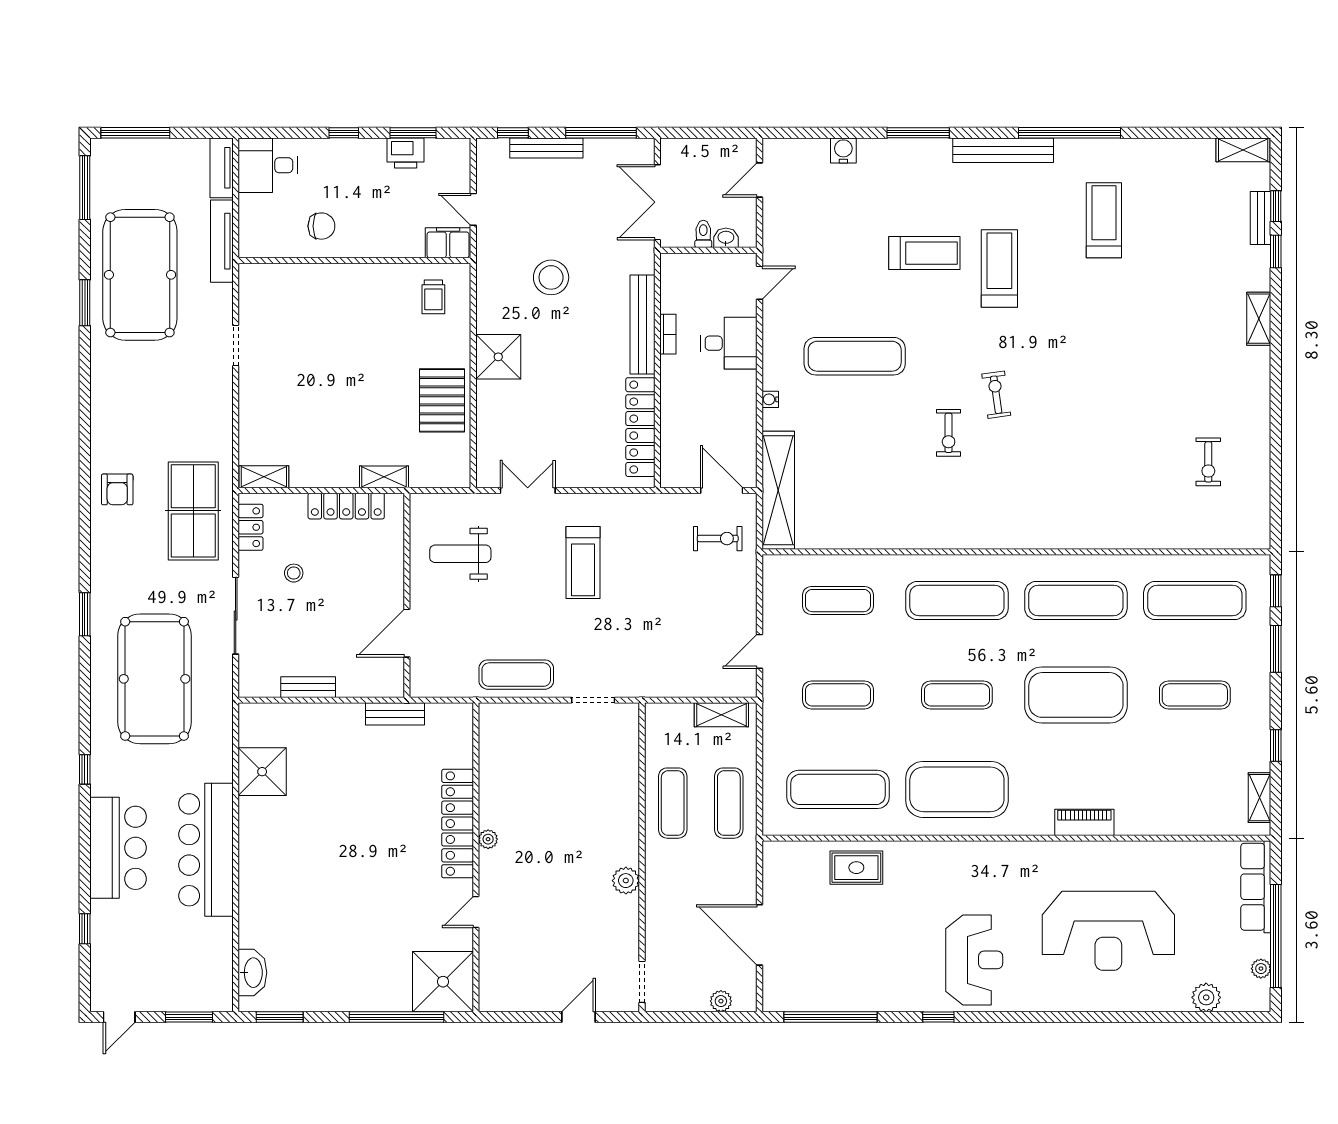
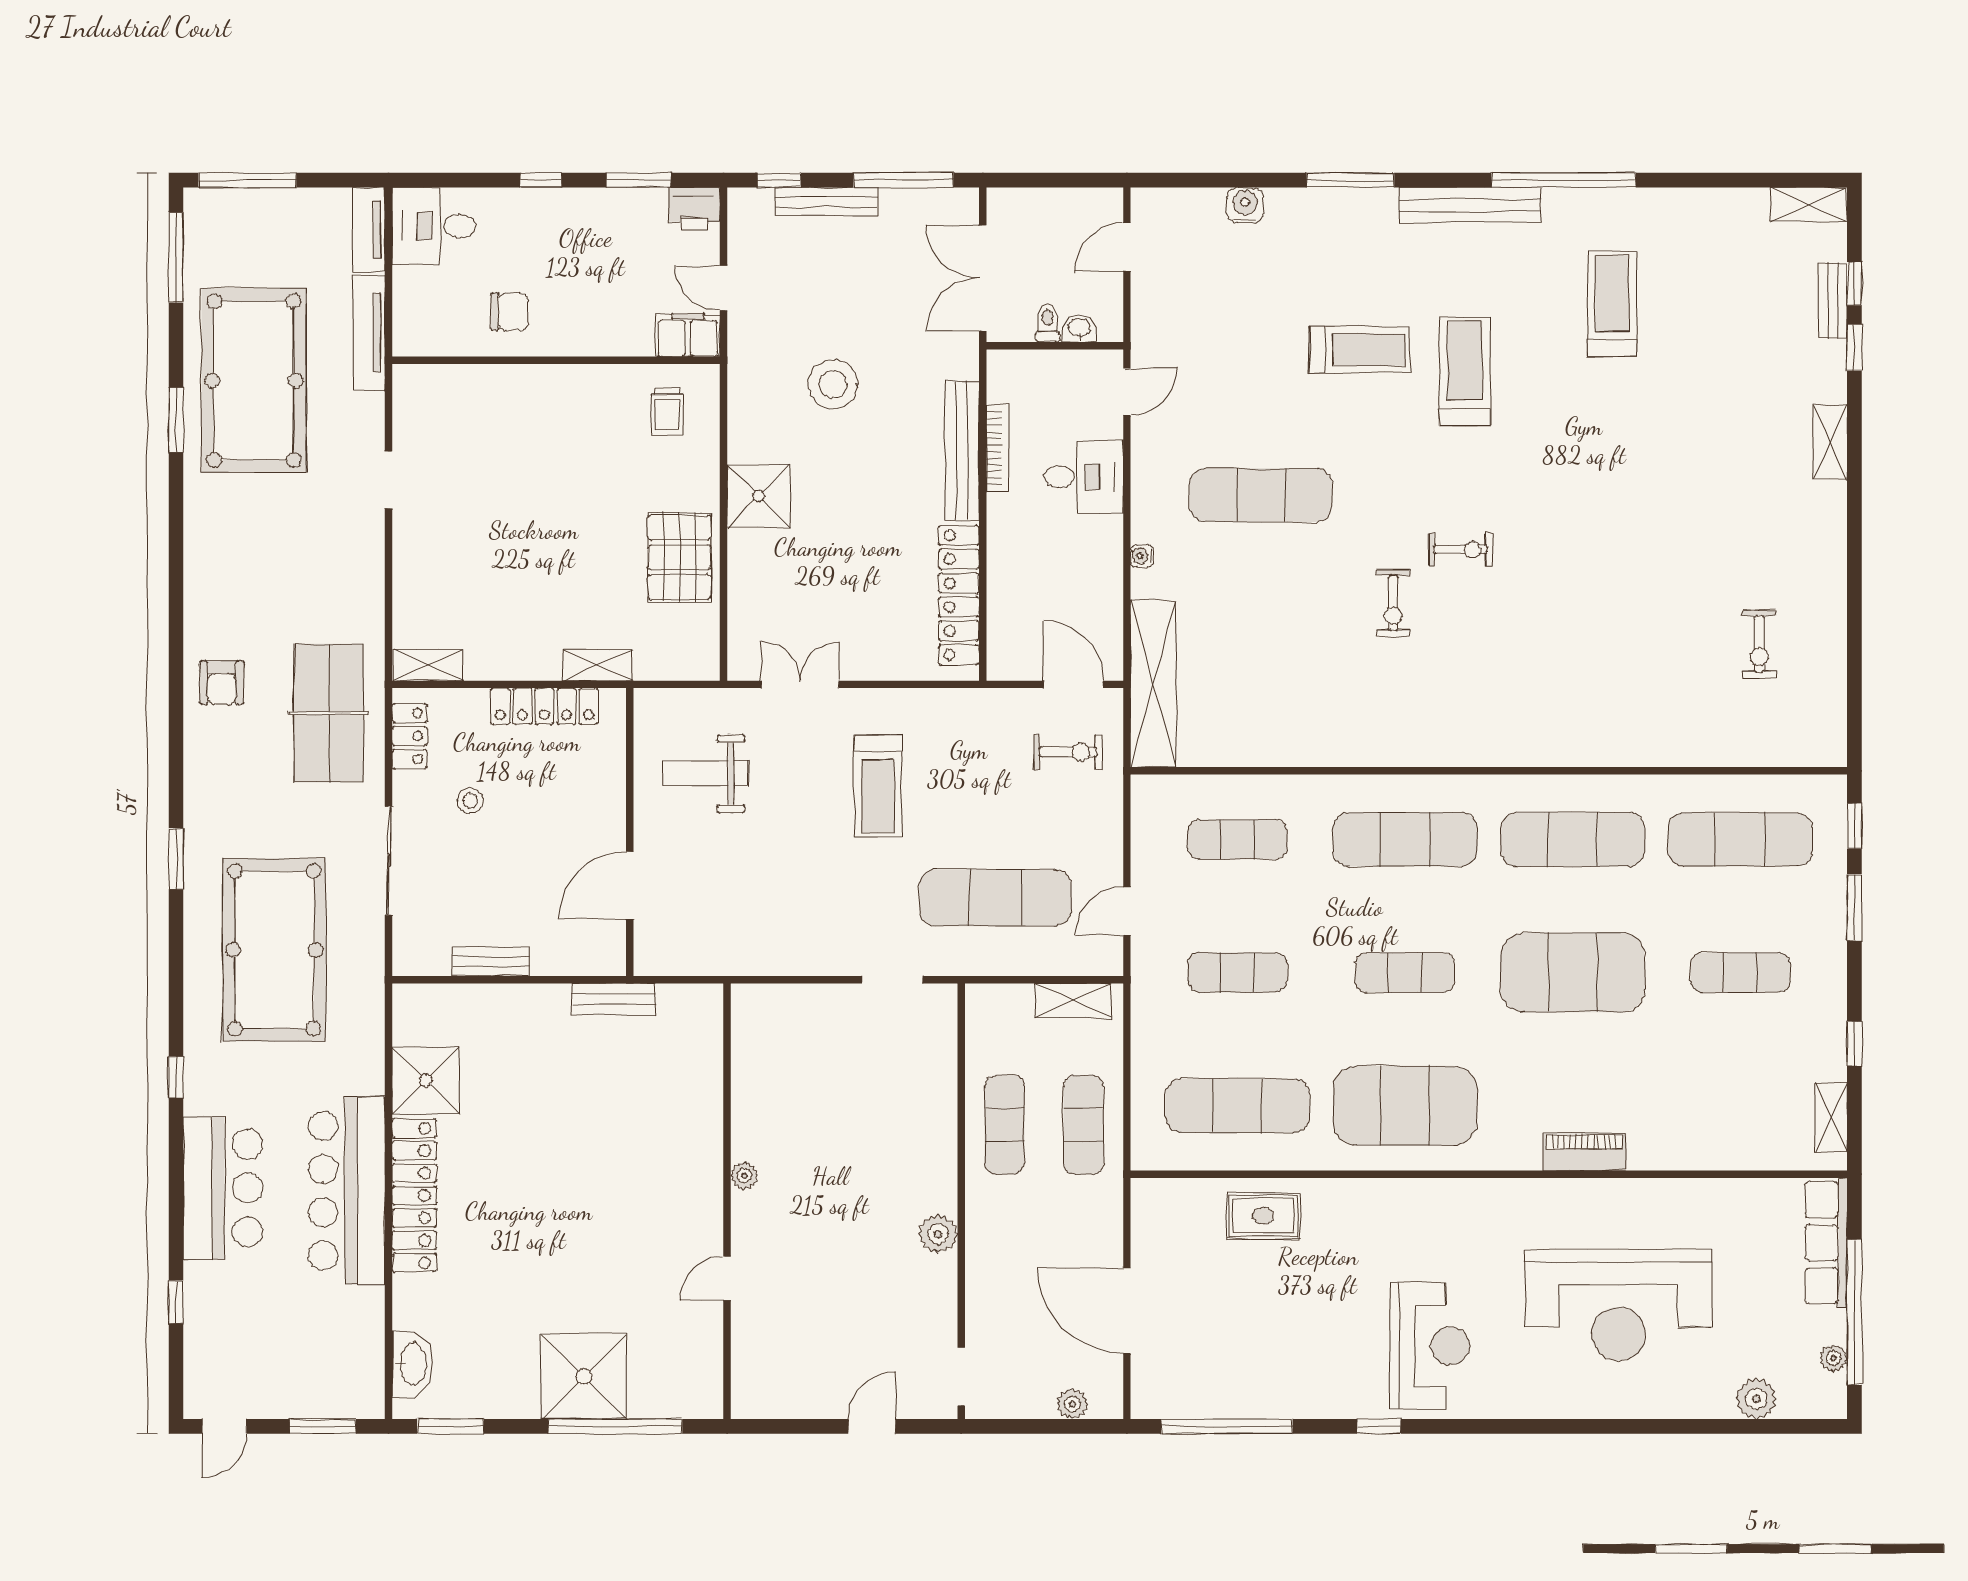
printer: (406, 153) -> (694, 209), moved
bookcase: (668, 334) -> (998, 448), width x1.56
exercise bike: (996, 395) -> (1460, 549), turned 98
exercise mat: (516, 675) -> (995, 898), moved, width x1.36, depth x1.45
locker: (458, 824) -> (414, 1196), moved, turned 180
shower: (443, 982) -> (584, 1376), moved

